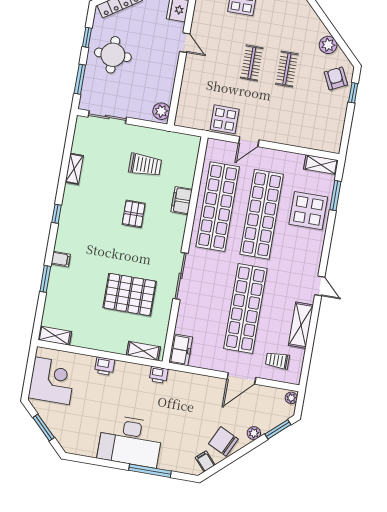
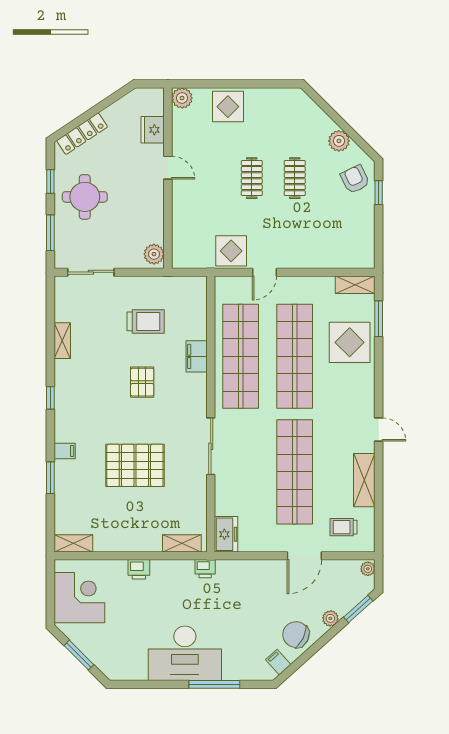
pallet: (130, 295) -> (135, 465), moved

